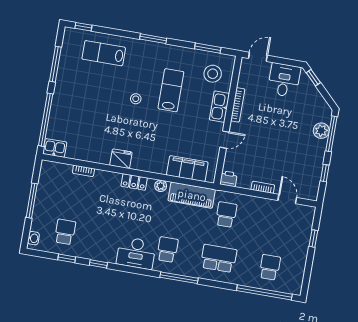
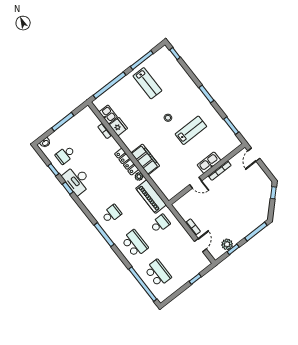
lab bench: (104, 53) -> (147, 83), moved, turned 180
door: (258, 57) -> (254, 155), swing flipped
stool: (213, 74) -> (221, 142), removed
desk: (284, 80) -> (256, 180), removed
plant: (321, 131) -> (227, 244), moved
kitchen sink: (55, 148) -> (108, 114), moved
fridge: (121, 159) -> (118, 127), moved
filing cabinet: (187, 169) -> (145, 159), moved
printer: (229, 179) -> (179, 206), removed
locker: (134, 182) -> (127, 162), width x1.53
school desk: (65, 232) -> (65, 155), turned 180
desk: (136, 253) -> (77, 180), moved
school desk: (270, 267) -> (158, 273), width x1.85

